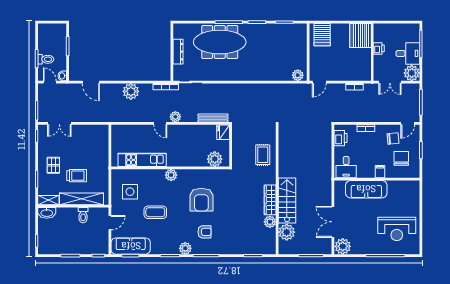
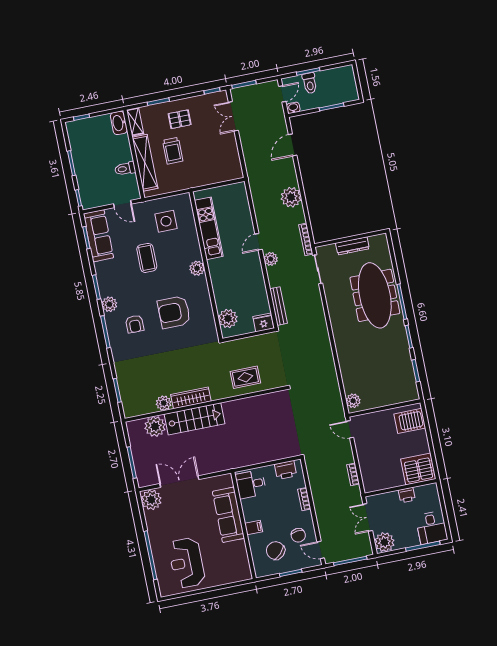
desk: (408, 53) -> (432, 528), moved
chair: (401, 158) -> (276, 551), turned -135

